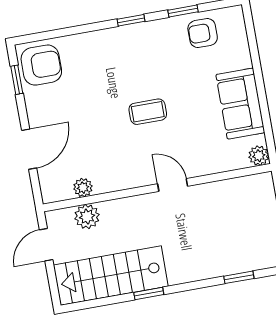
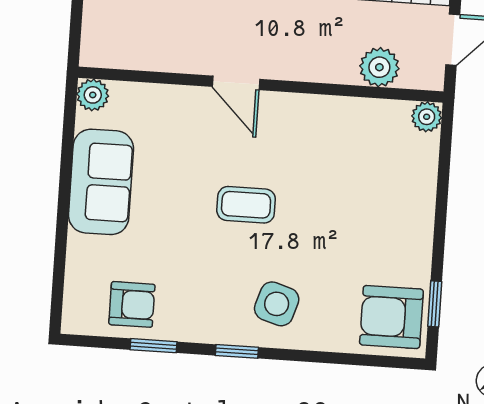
side table: (114, 56) -> (277, 304), added
door: (29, 149) -> (442, 193), removed
plant: (83, 188) -> (427, 117), moved

